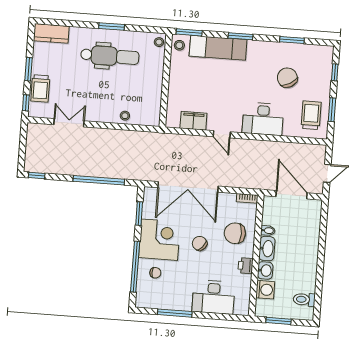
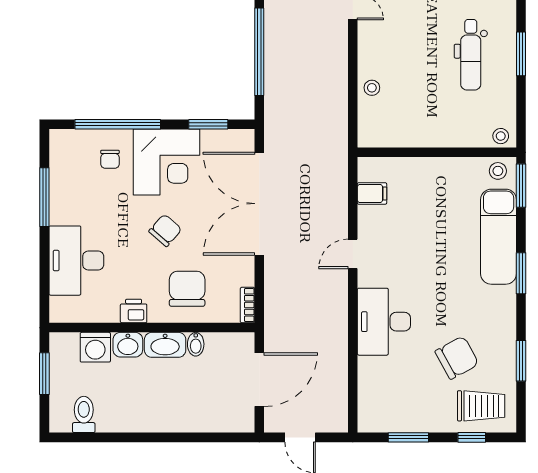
dental chair: (110, 56) -> (471, 55), width x0.73, depth x0.72
trolley: (311, 115) -> (481, 406), moved
filing cabinet: (193, 121) -> (372, 193), width x0.50

